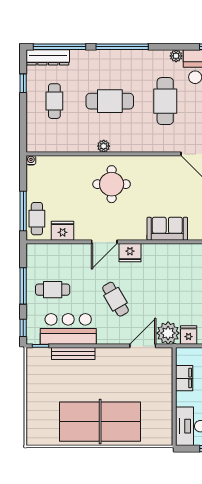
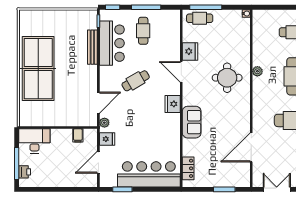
fridge: (63, 231) -> (190, 51), moved
fridge: (130, 253) -> (173, 104), moved
plant: (168, 333) -> (104, 123), width x0.53, depth x0.53
door: (143, 346) -> (98, 103), hinge flipped
filing cabinet: (184, 378) -> (78, 135), width x0.50

